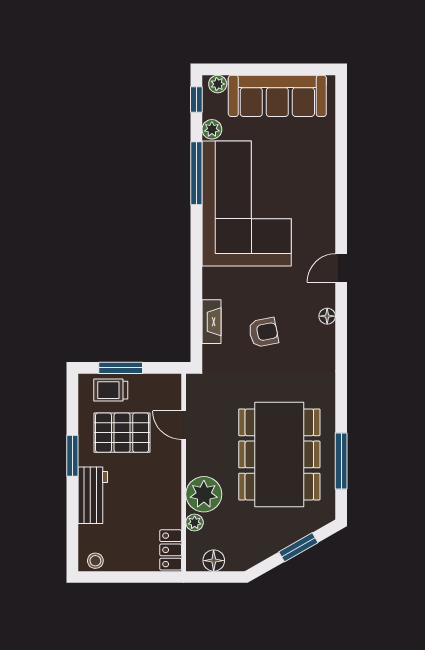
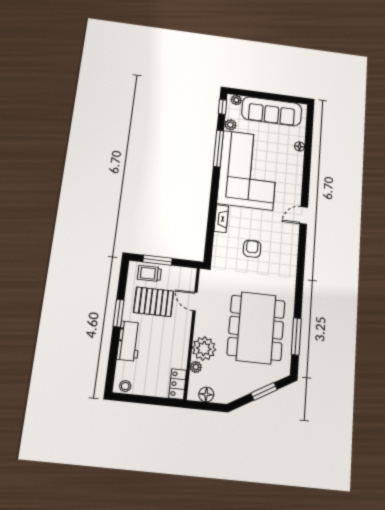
floor lamp: (327, 316) -> (300, 146), moved
fireplace: (211, 322) -> (221, 219), moved
armchair: (263, 332) -> (252, 249), turned -79

